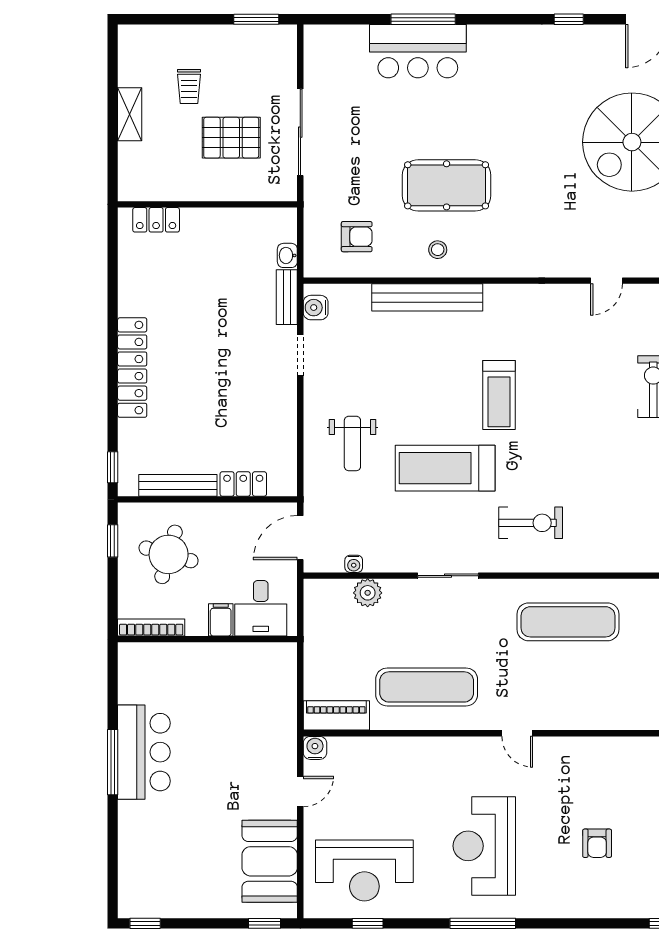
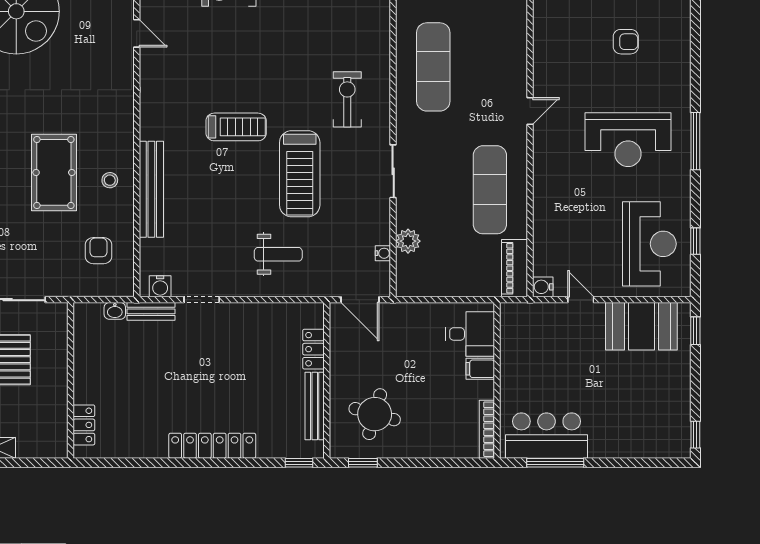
desk: (261, 608) -> (470, 334), moved
filing cabinet: (221, 620) -> (480, 369), moved
bookcase: (151, 628) -> (487, 429), moved
wall: (207, 639) -> (497, 380), moved

